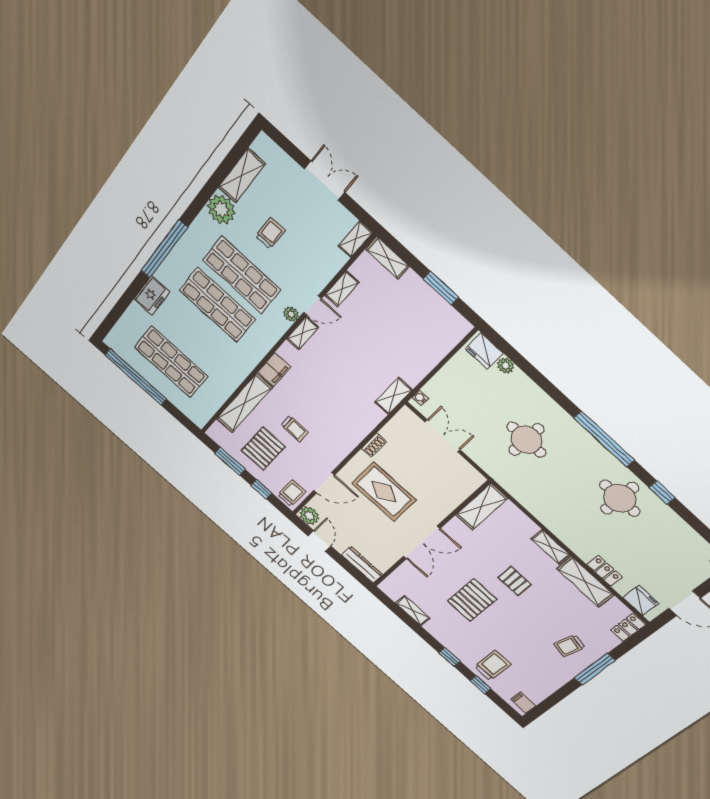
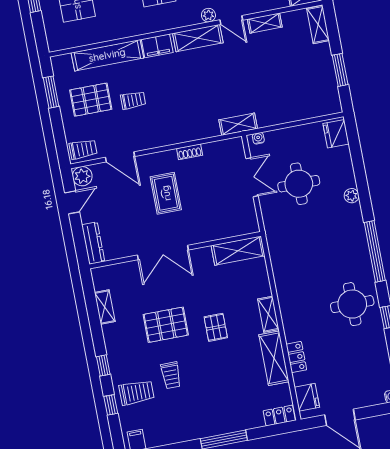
shelving: (303, 333) -> (198, 38), width x1.50, depth x1.33
plant: (506, 366) -> (352, 196), moved
trolley: (295, 429) -> (133, 100), turned -90
round table: (526, 440) -> (299, 184), moved
window: (261, 489) -> (58, 131), removed
rug: (384, 492) -> (166, 193), width x0.73, depth x0.70
trolley: (569, 646) -> (171, 375), moved, turned -102

